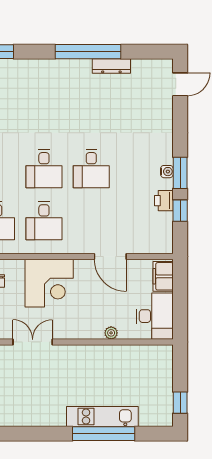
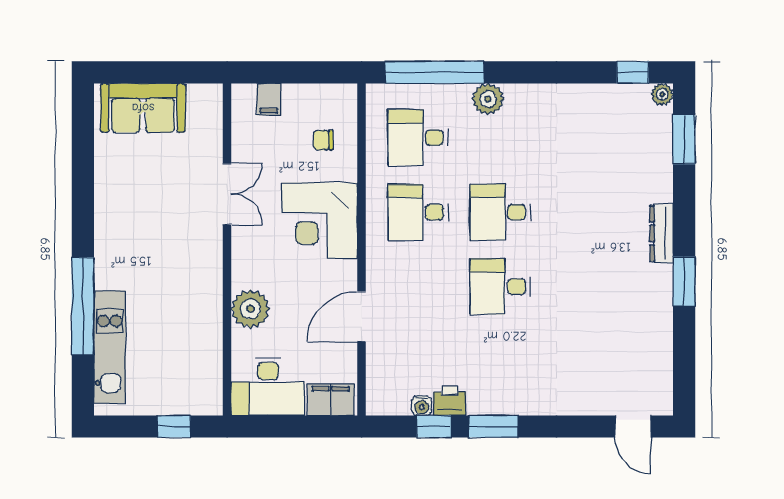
window: (88, 52) -> (684, 281), width x0.47
dresser: (111, 66) -> (662, 233), moved
water cooler: (167, 172) -> (422, 406), moved
plant: (111, 333) -> (250, 309), width x1.87, depth x1.87
window: (180, 403) -> (174, 427), moved
kitchen unit: (102, 417) -> (110, 347), moved

